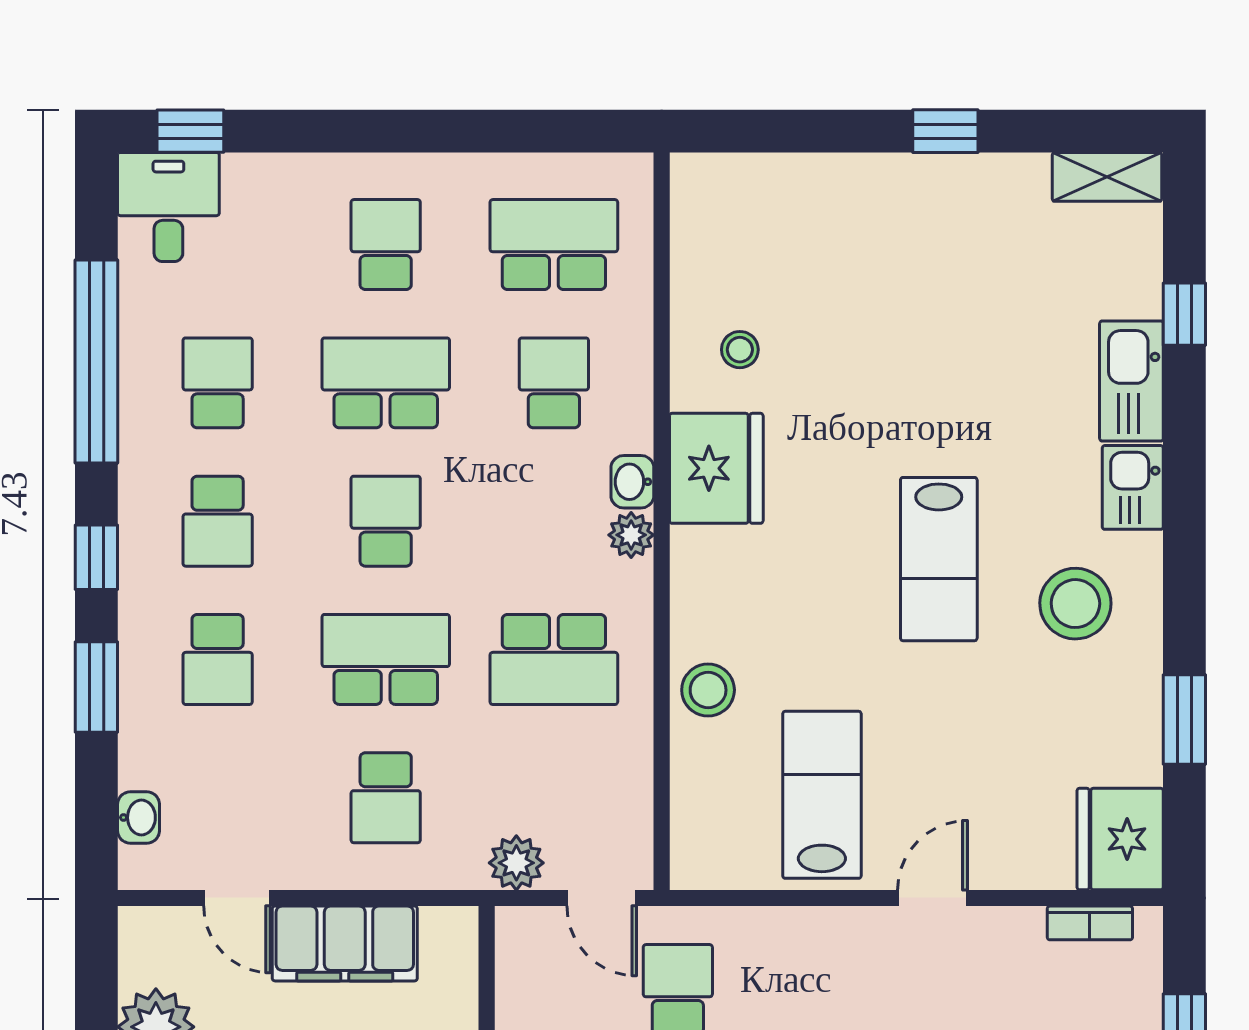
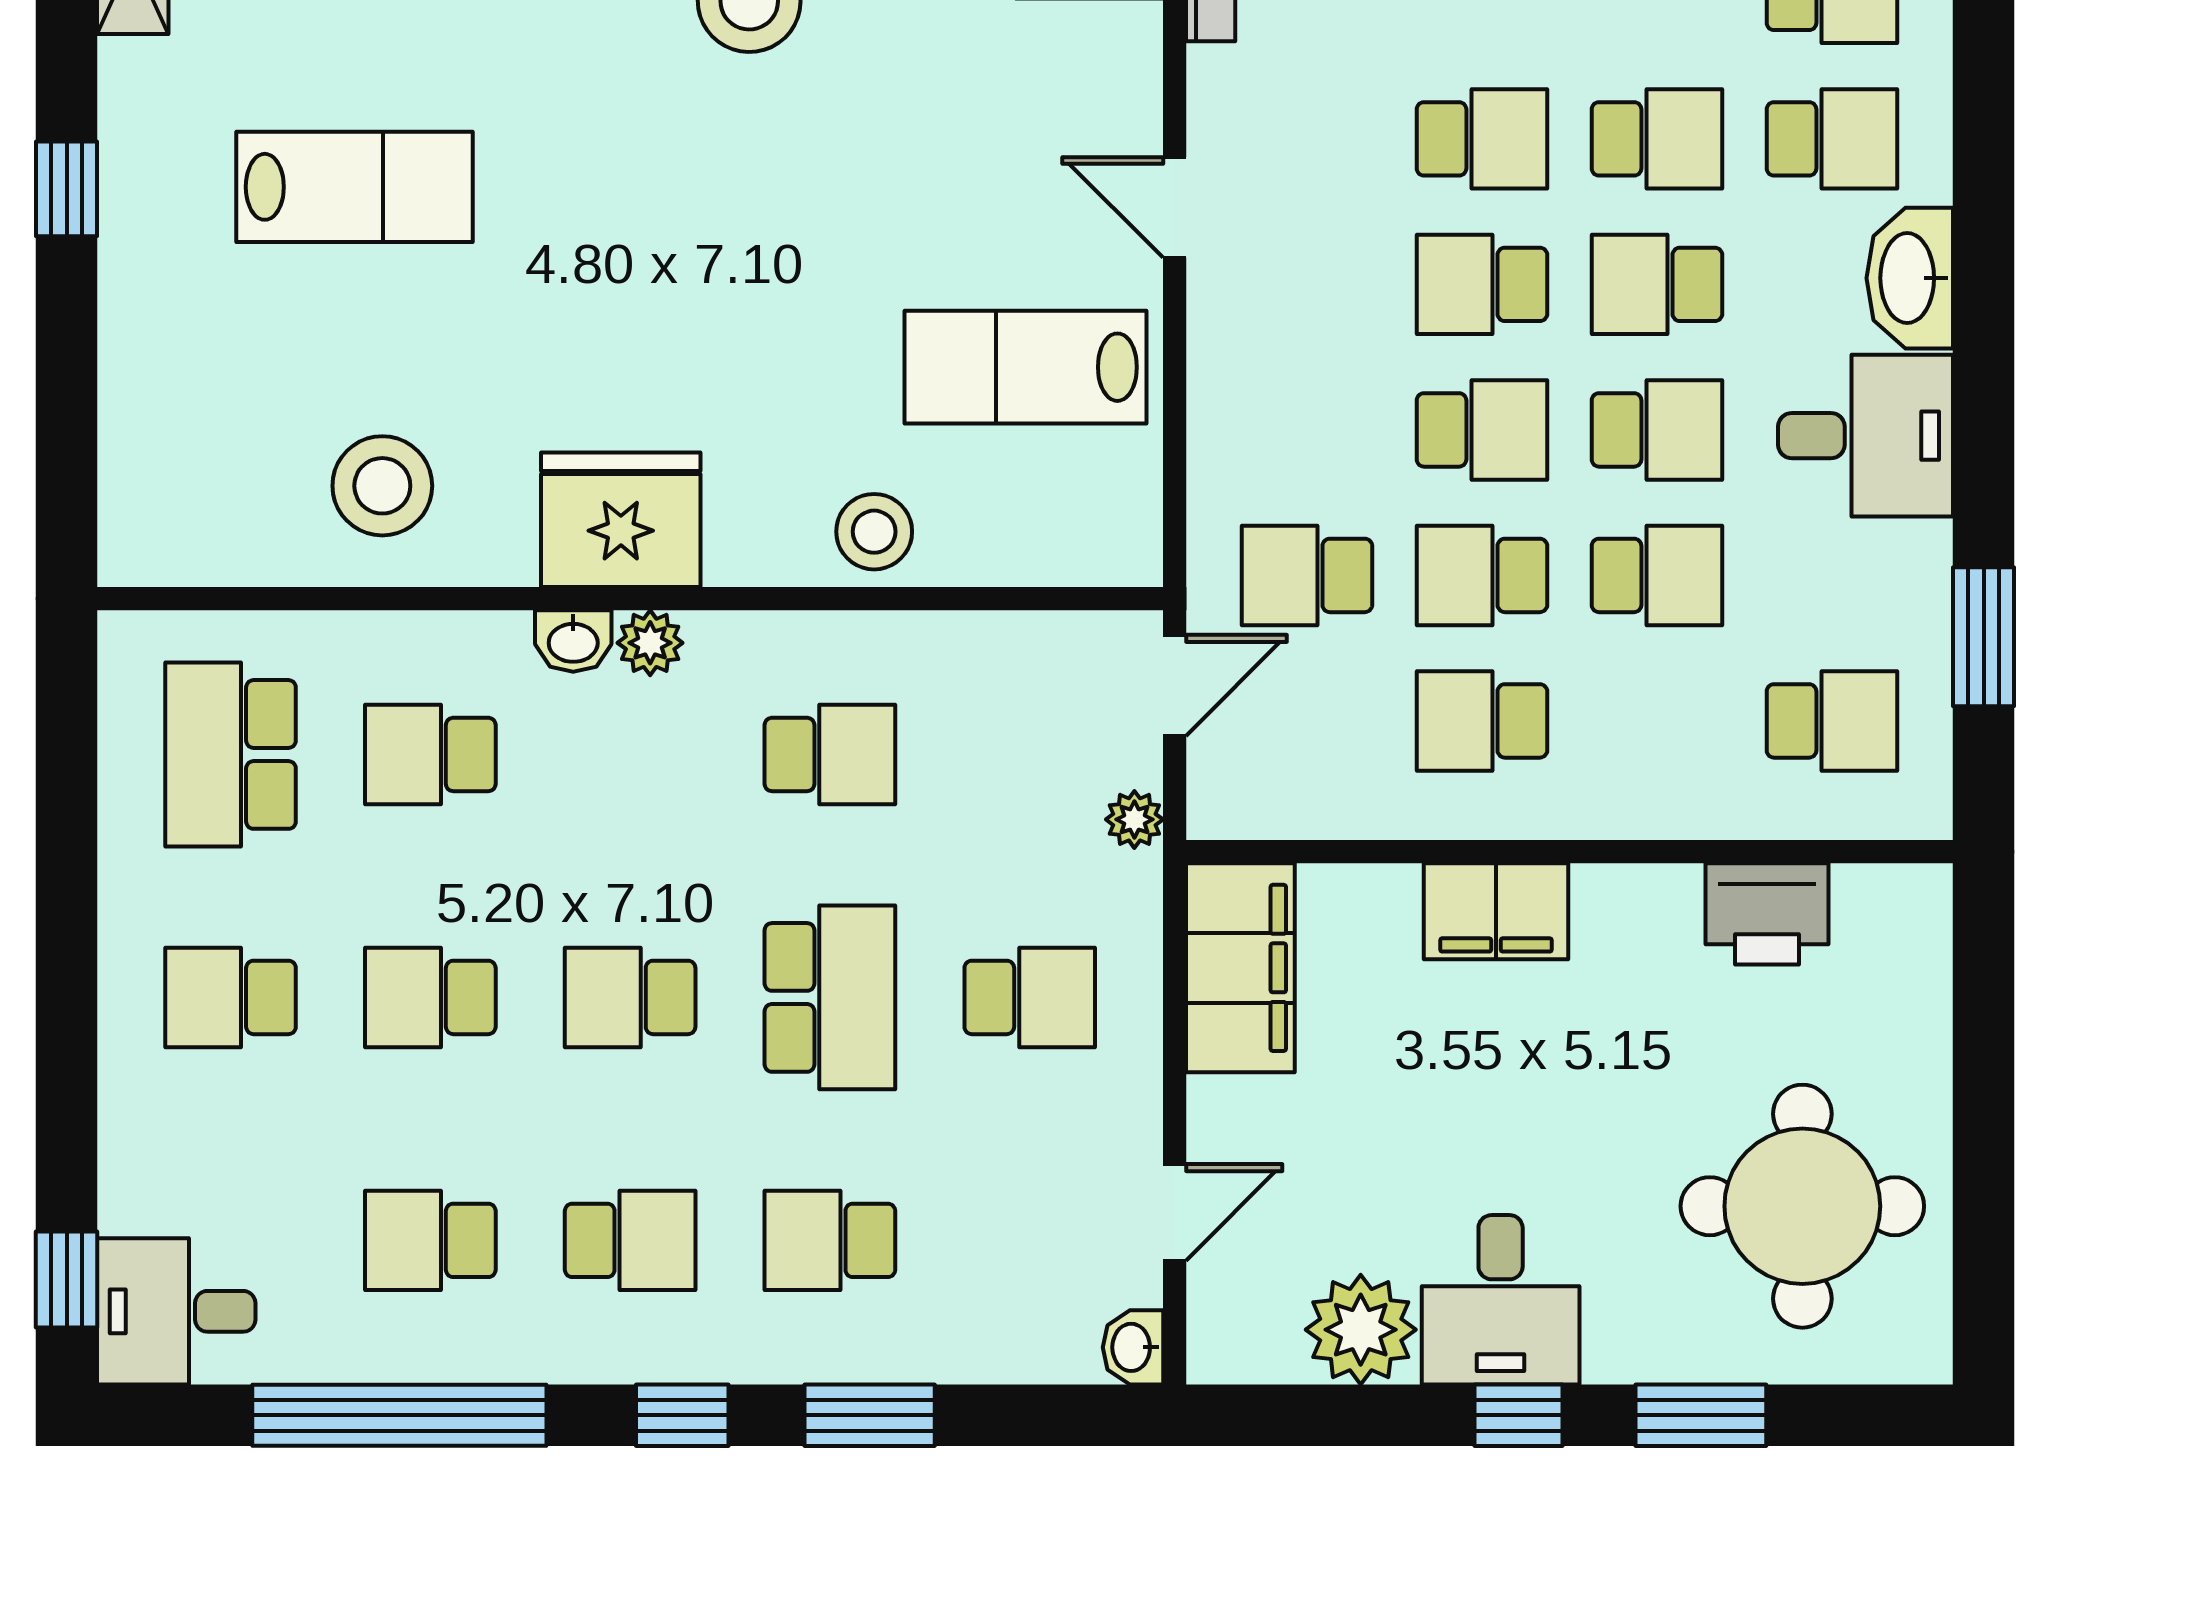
stool: (740, 350) -> (382, 486), width x1.89, depth x1.89
school desk: (386, 383) -> (430, 997), width x0.54
fridge: (716, 468) -> (621, 520), moved
lab bench: (939, 559) -> (355, 187), moved
school desk: (218, 659) -> (830, 1240), turned 180
school desk: (386, 659) -> (830, 997), turned 180
school desk: (554, 659) -> (830, 754), width x0.54
washbasin: (139, 818) -> (1133, 1347), moved, turned -90
plant: (516, 863) -> (1134, 819), width x0.73, depth x0.73
filing cabinet: (345, 943) -> (1240, 968), moved

